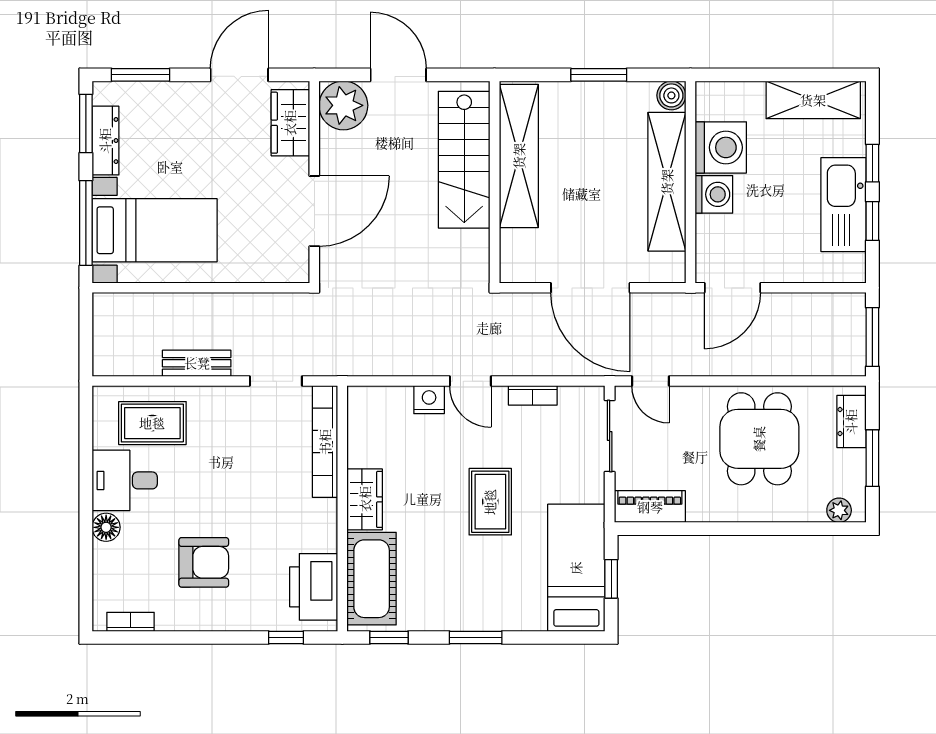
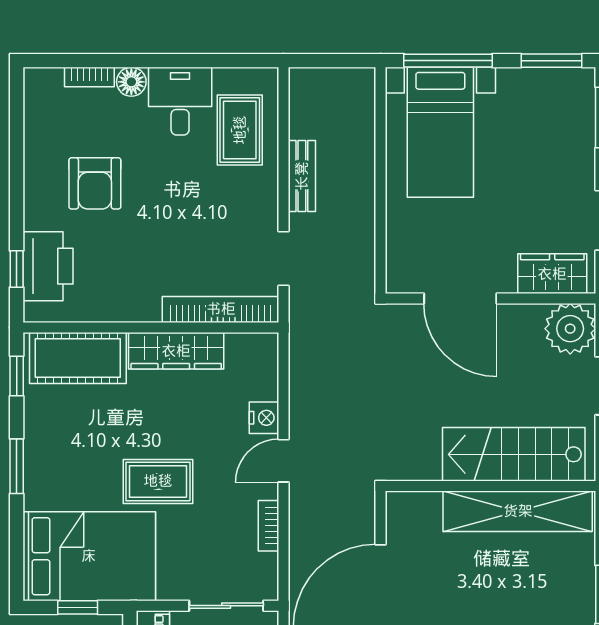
dresser: (105, 141) -> (534, 81), removed
wardrobe: (365, 499) -> (176, 351), width x1.50
bed: (576, 568) -> (89, 556), width x1.50
printer: (314, 587) -> (48, 266), moved, turned 90
bookcase: (131, 622) -> (89, 77), moved, turned 90

